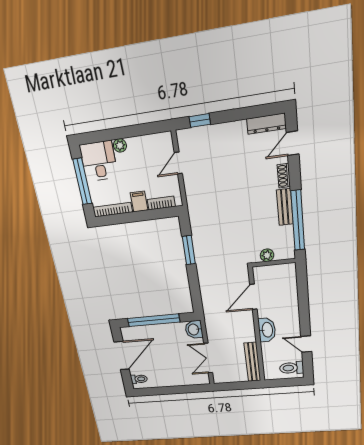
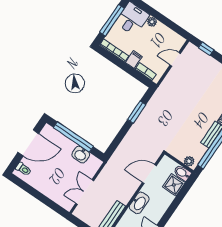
plant: (267, 255) -> (189, 161), moved
bidet: (286, 270) -> (182, 173), added
shower: (287, 288) -> (174, 185), added
washbasin: (194, 329) -> (81, 154), moved, turned -90

